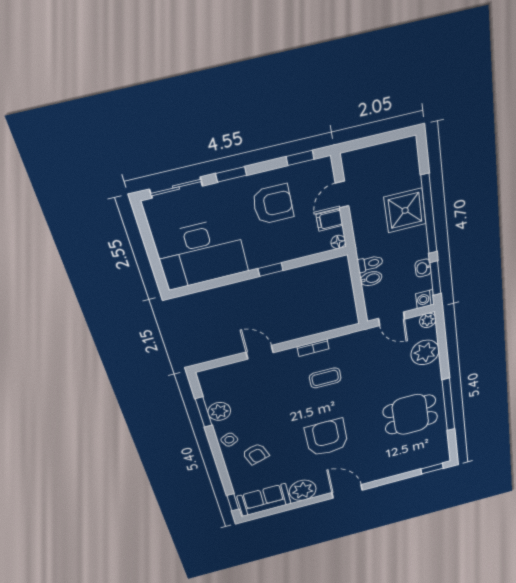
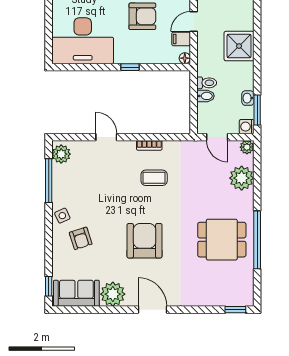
window: (429, 214) -> (257, 54), removed
plant: (219, 411) -> (61, 154), moved
window: (204, 412) -> (49, 181), width x1.44

